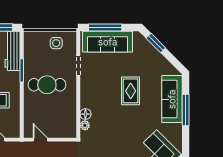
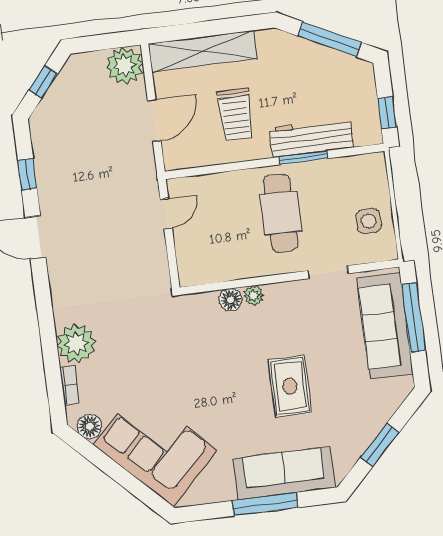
window: (156, 43) -> (380, 445), moved
workbench: (13, 51) -> (311, 137), moved
rug: (131, 91) -> (290, 386), turned 90
plant: (85, 125) -> (254, 296), moved

